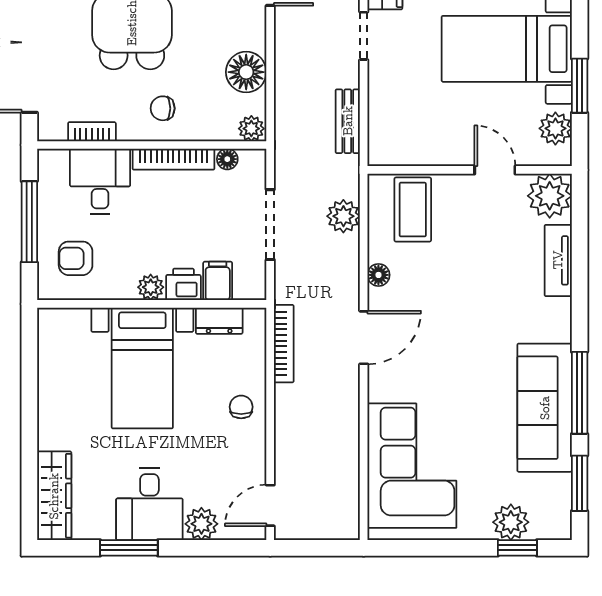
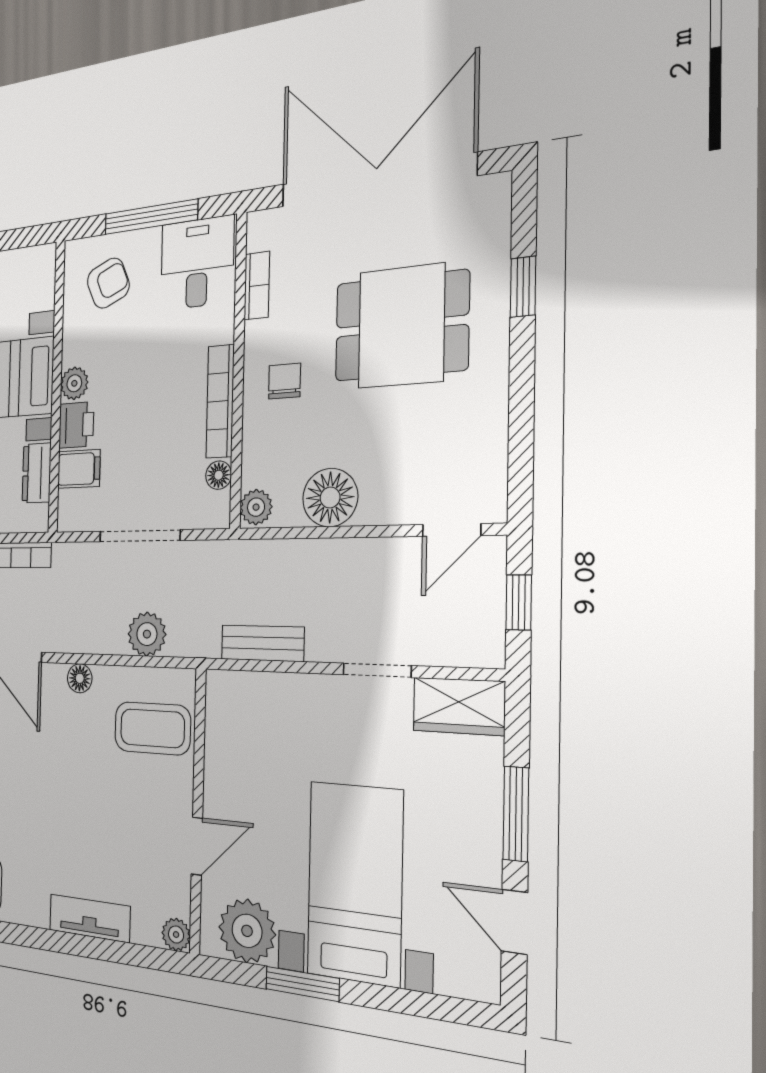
plant: (555, 128) -> (247, 931), width x1.36, depth x1.36
desk: (100, 181) -> (197, 263), moved, turned -90
plant: (550, 196) -> (176, 935), width x0.53, depth x0.53
armchair: (76, 258) -> (108, 283), turned 67

